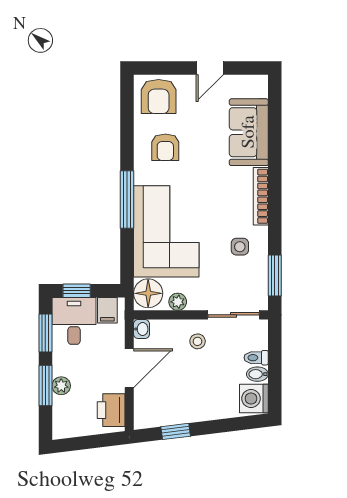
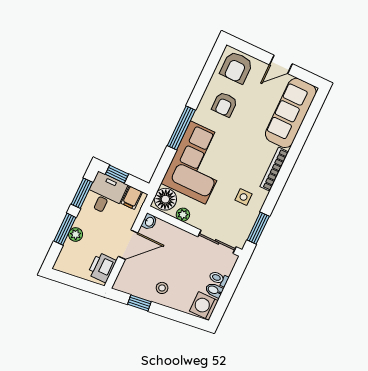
sofa: (249, 132) -> (291, 113), width x1.36
stool: (198, 341) -> (162, 288), moved

